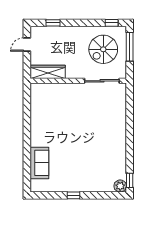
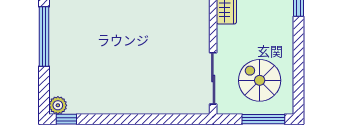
window: (112, 23) -> (299, 93), removed
window: (73, 195) -> (44, 36), width x3.17

